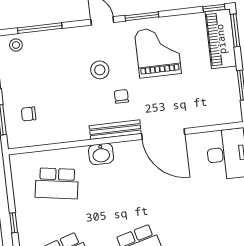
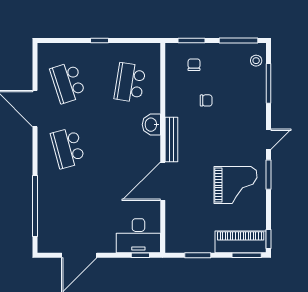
stool: (100, 70) -> (226, 132), removed
chair: (121, 96) -> (206, 100), moved

